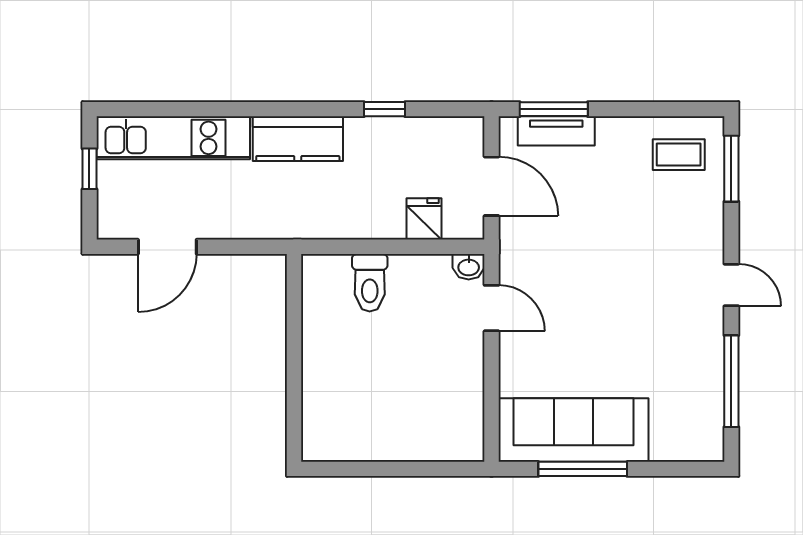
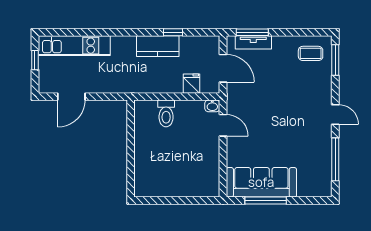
kitchen counter: (298, 139) -> (158, 46), moved

